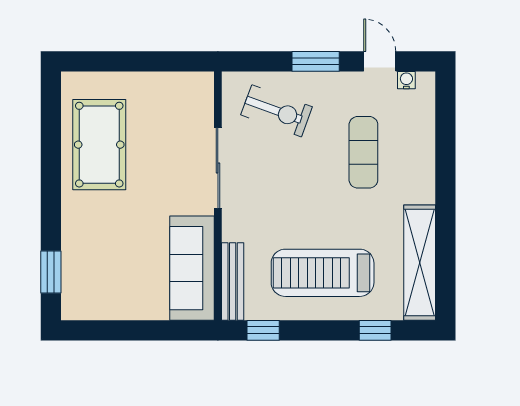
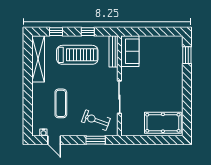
window: (316, 61) -> (96, 140), moved
pool table: (99, 145) -> (163, 123), moved, turned 90
sofa: (192, 268) -> (130, 51), width x0.73
window: (263, 330) -> (88, 32), moved

